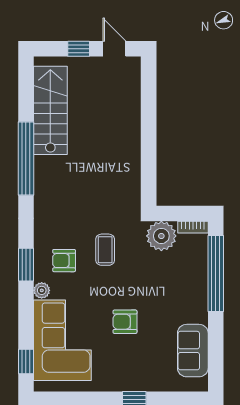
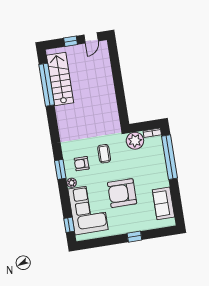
door: (114, 49) -> (91, 38), swing flipped
window: (26, 159) -> (47, 85), moved
armchair: (125, 322) -> (122, 193), width x1.88, depth x1.88

